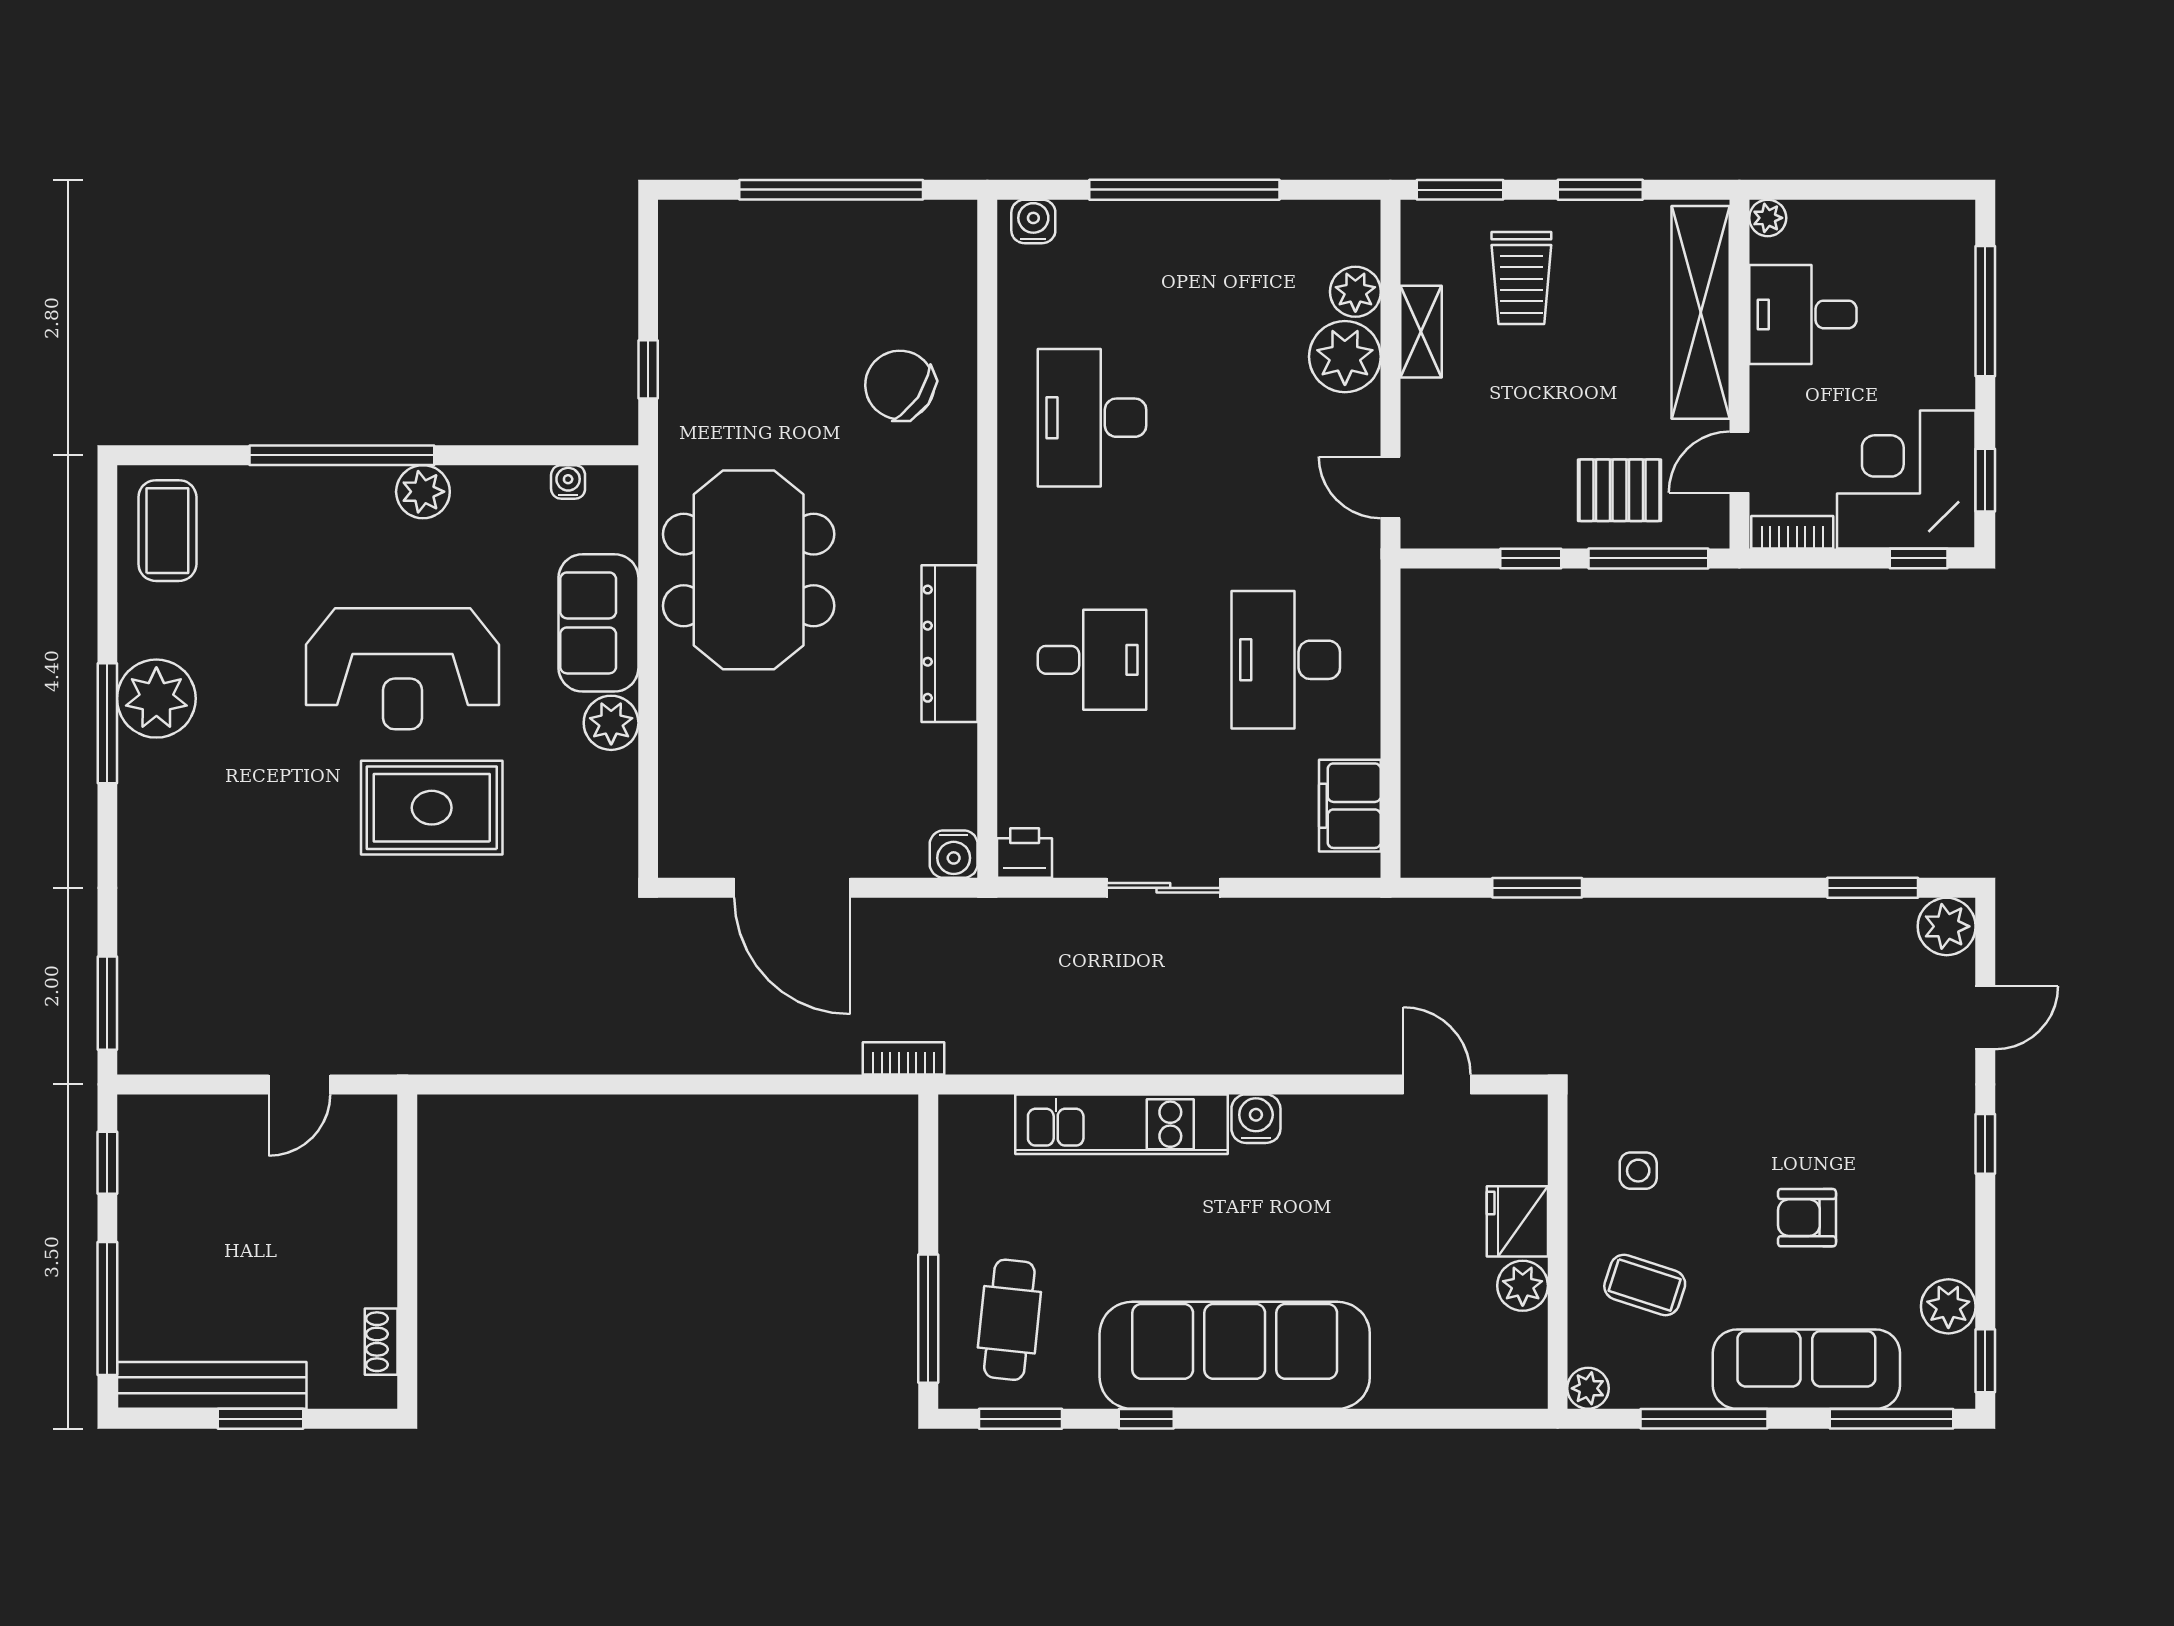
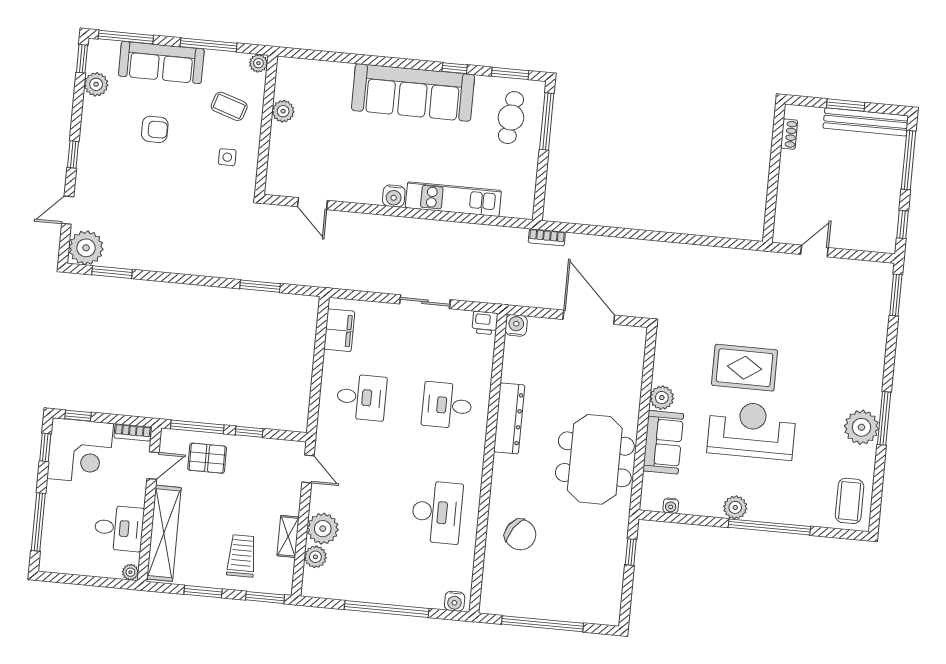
desk: (1286, 660) -> (361, 397), width x0.73
plant: (1947, 926) -> (86, 248), width x1.36, depth x1.36
fridge: (1517, 1221) -> (283, 140), removed

